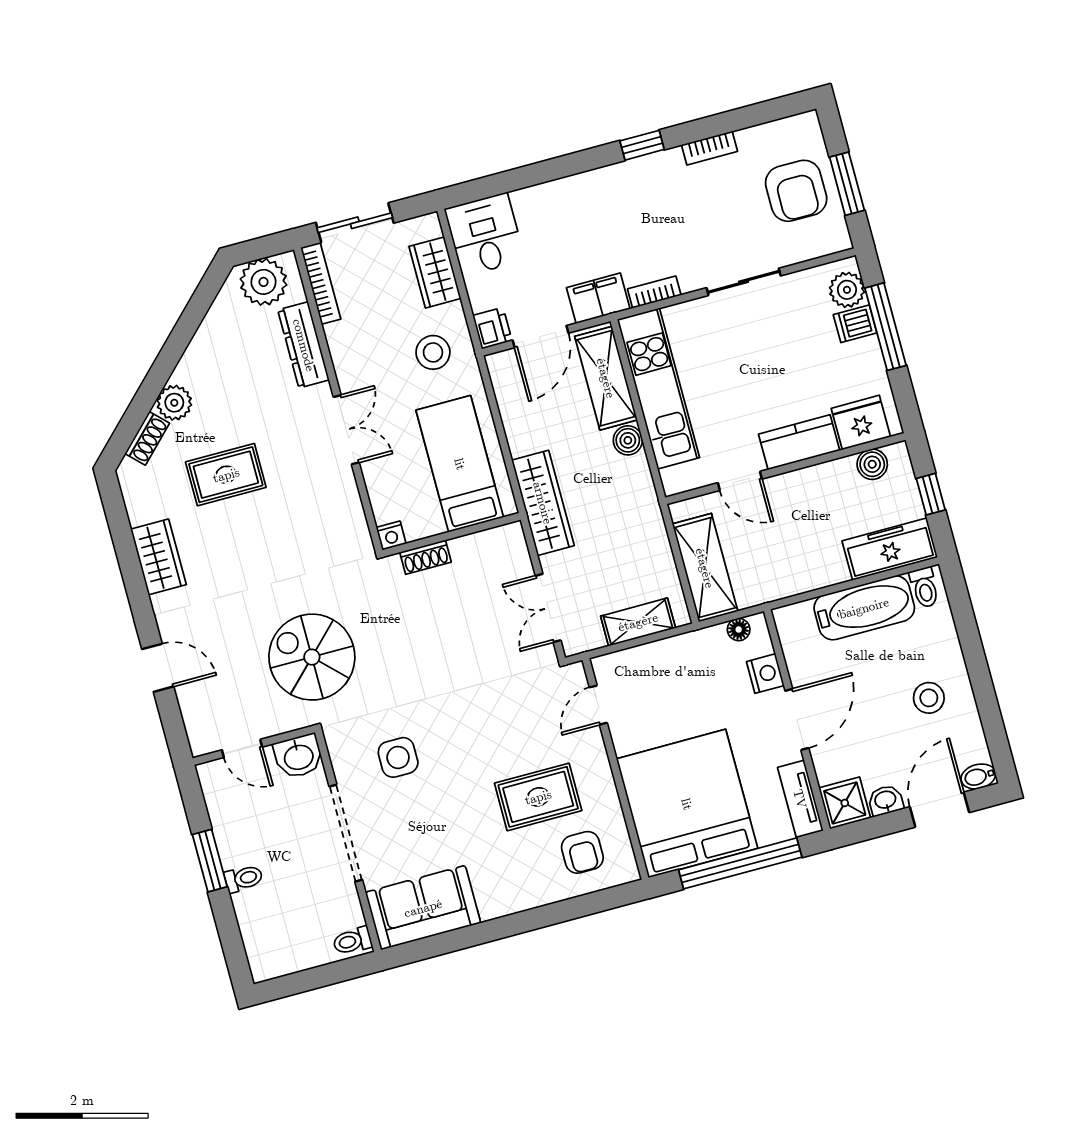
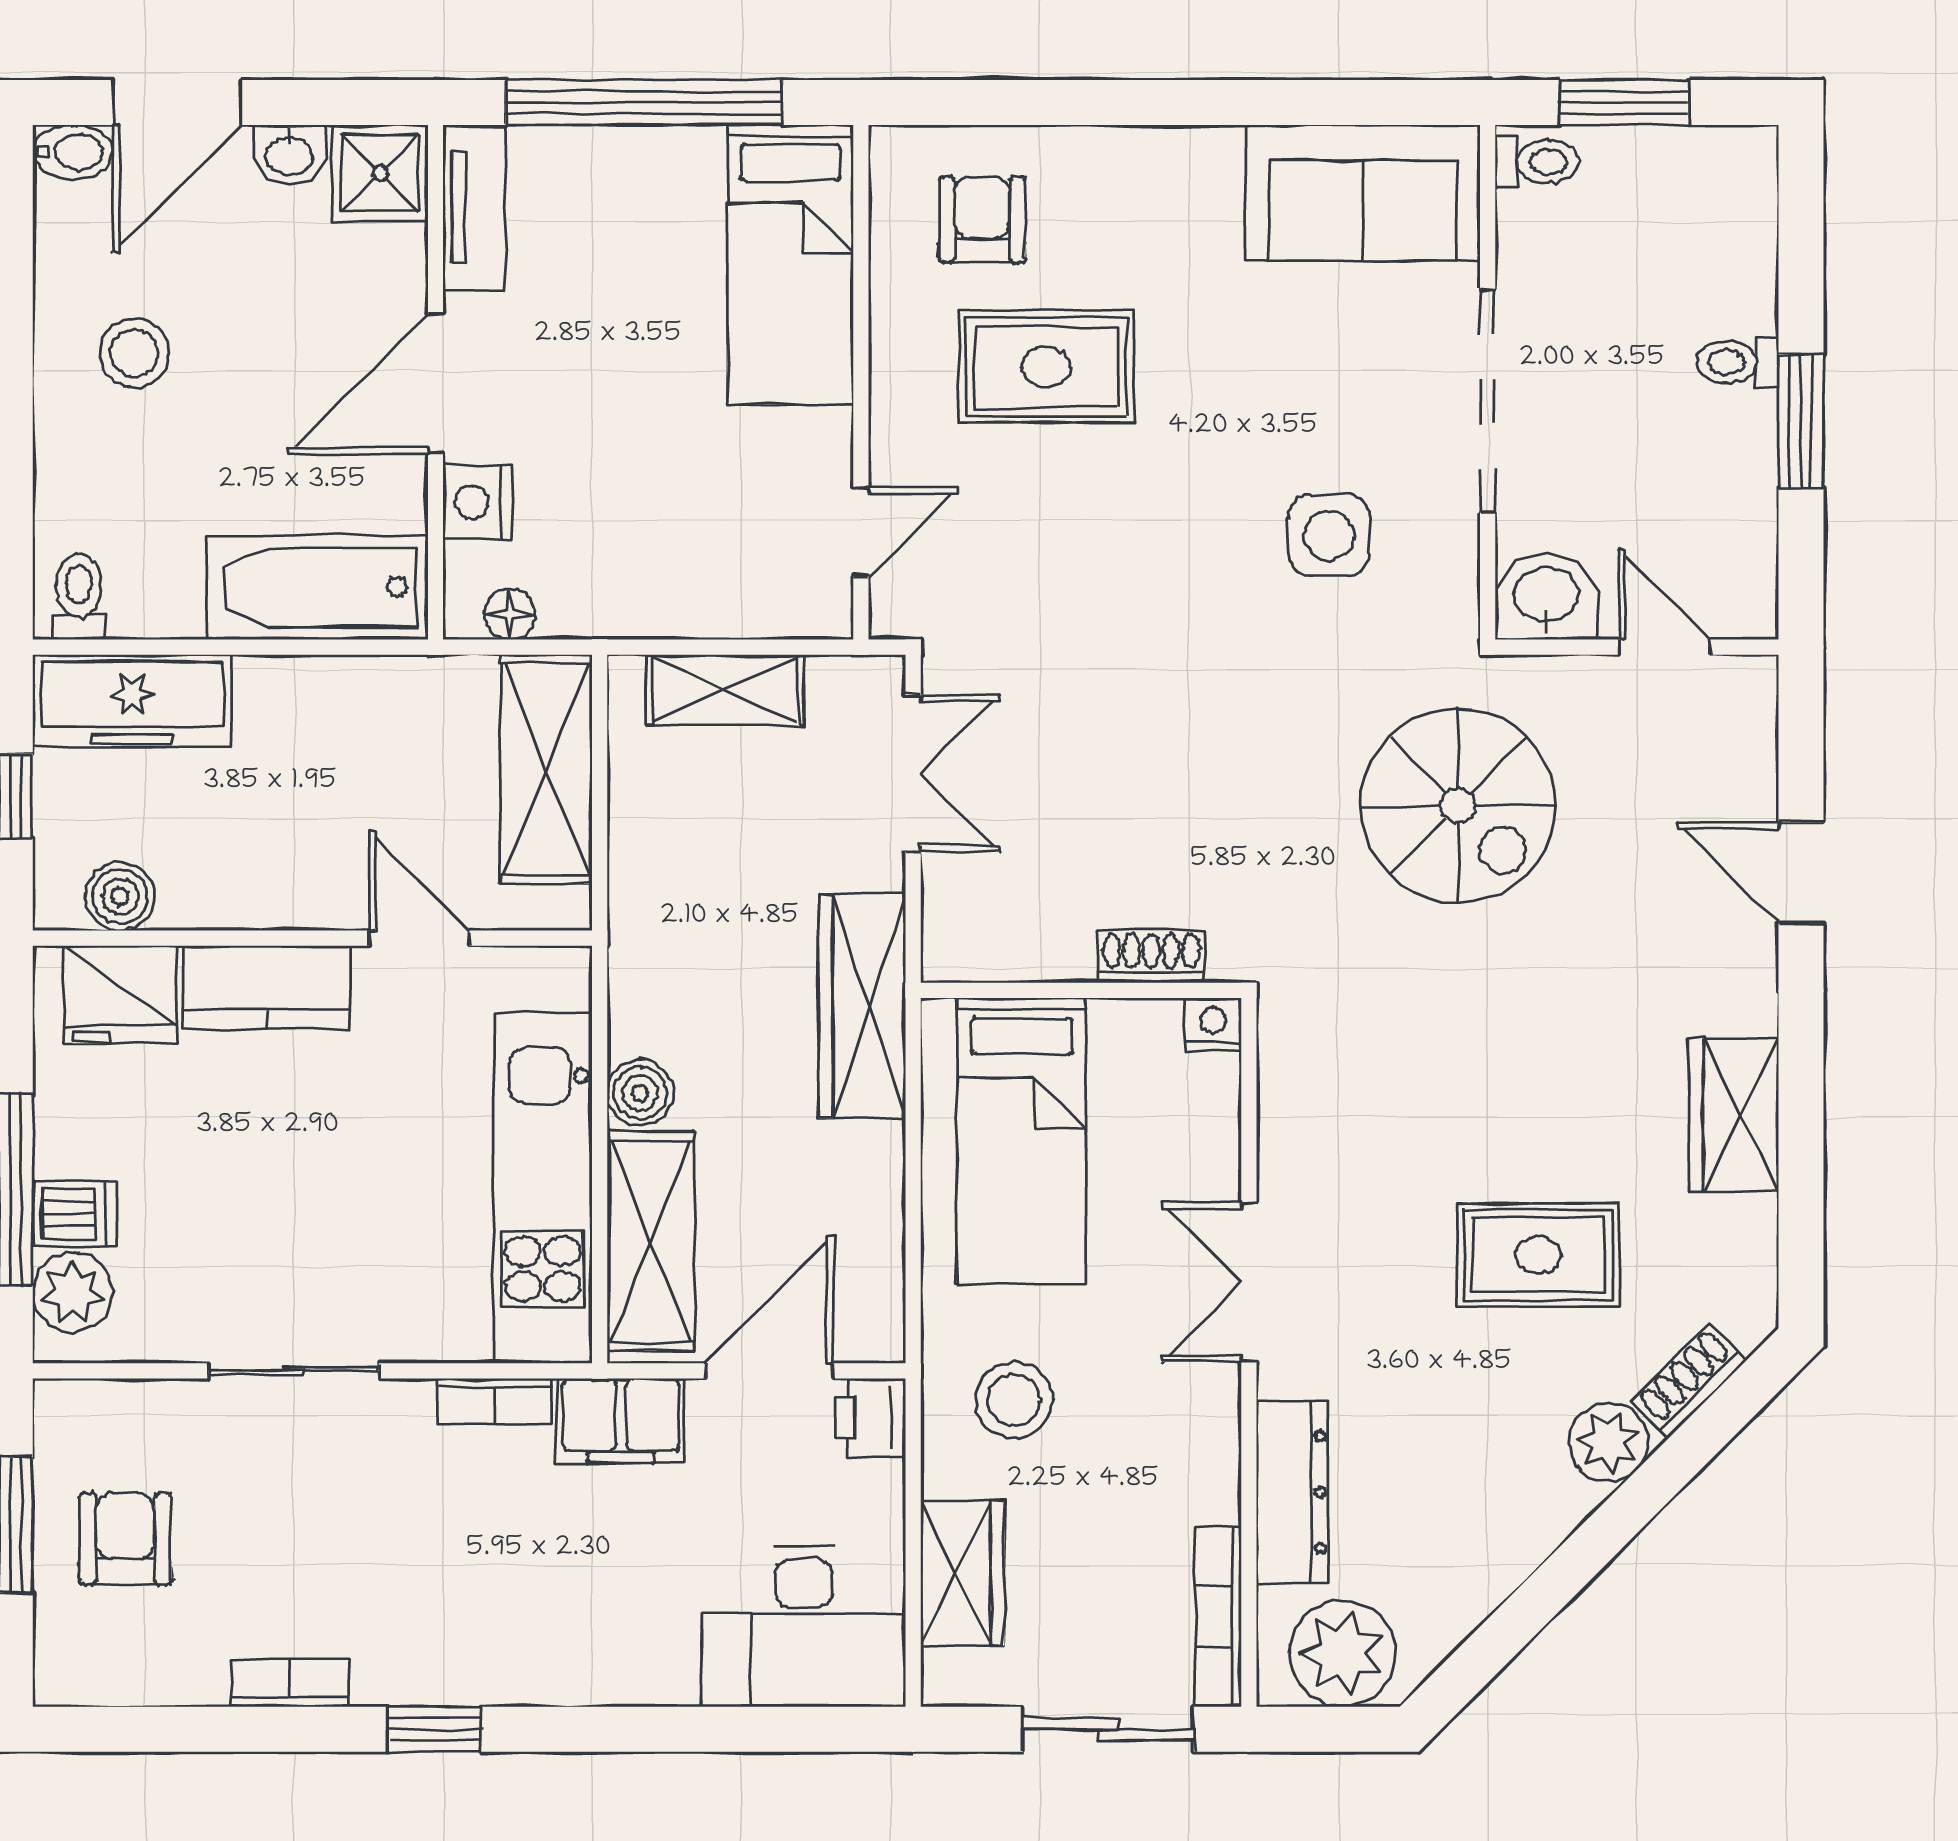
armchair: (796, 191) -> (125, 1539), width x0.72, depth x0.72
desk: (485, 235) -> (804, 1627), width x1.37
bathtub: (864, 608) -> (317, 587), moved
bed: (687, 804) -> (791, 264), width x0.49
window: (322, 976) -> (1624, 102), added

